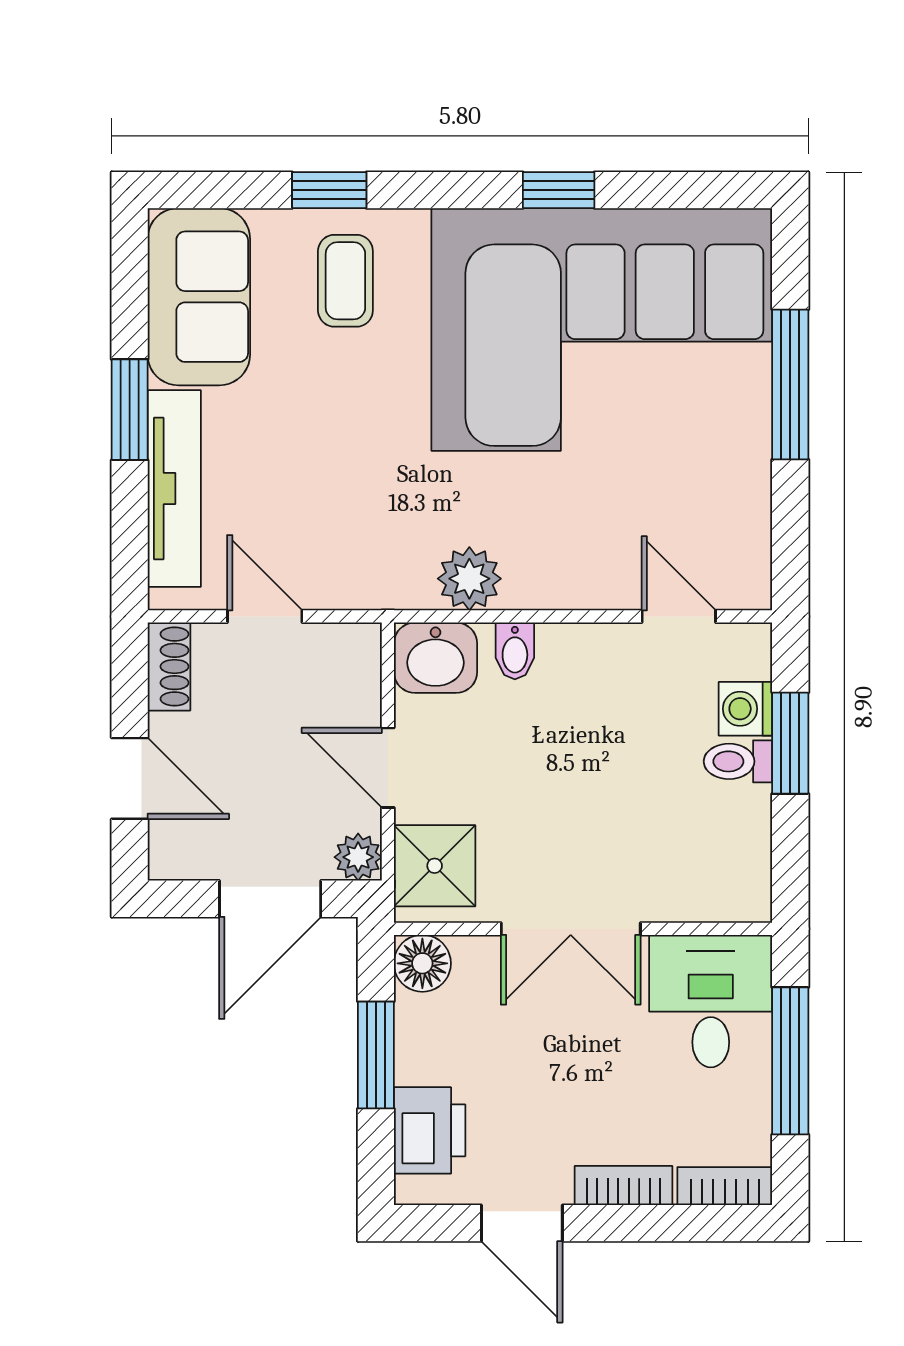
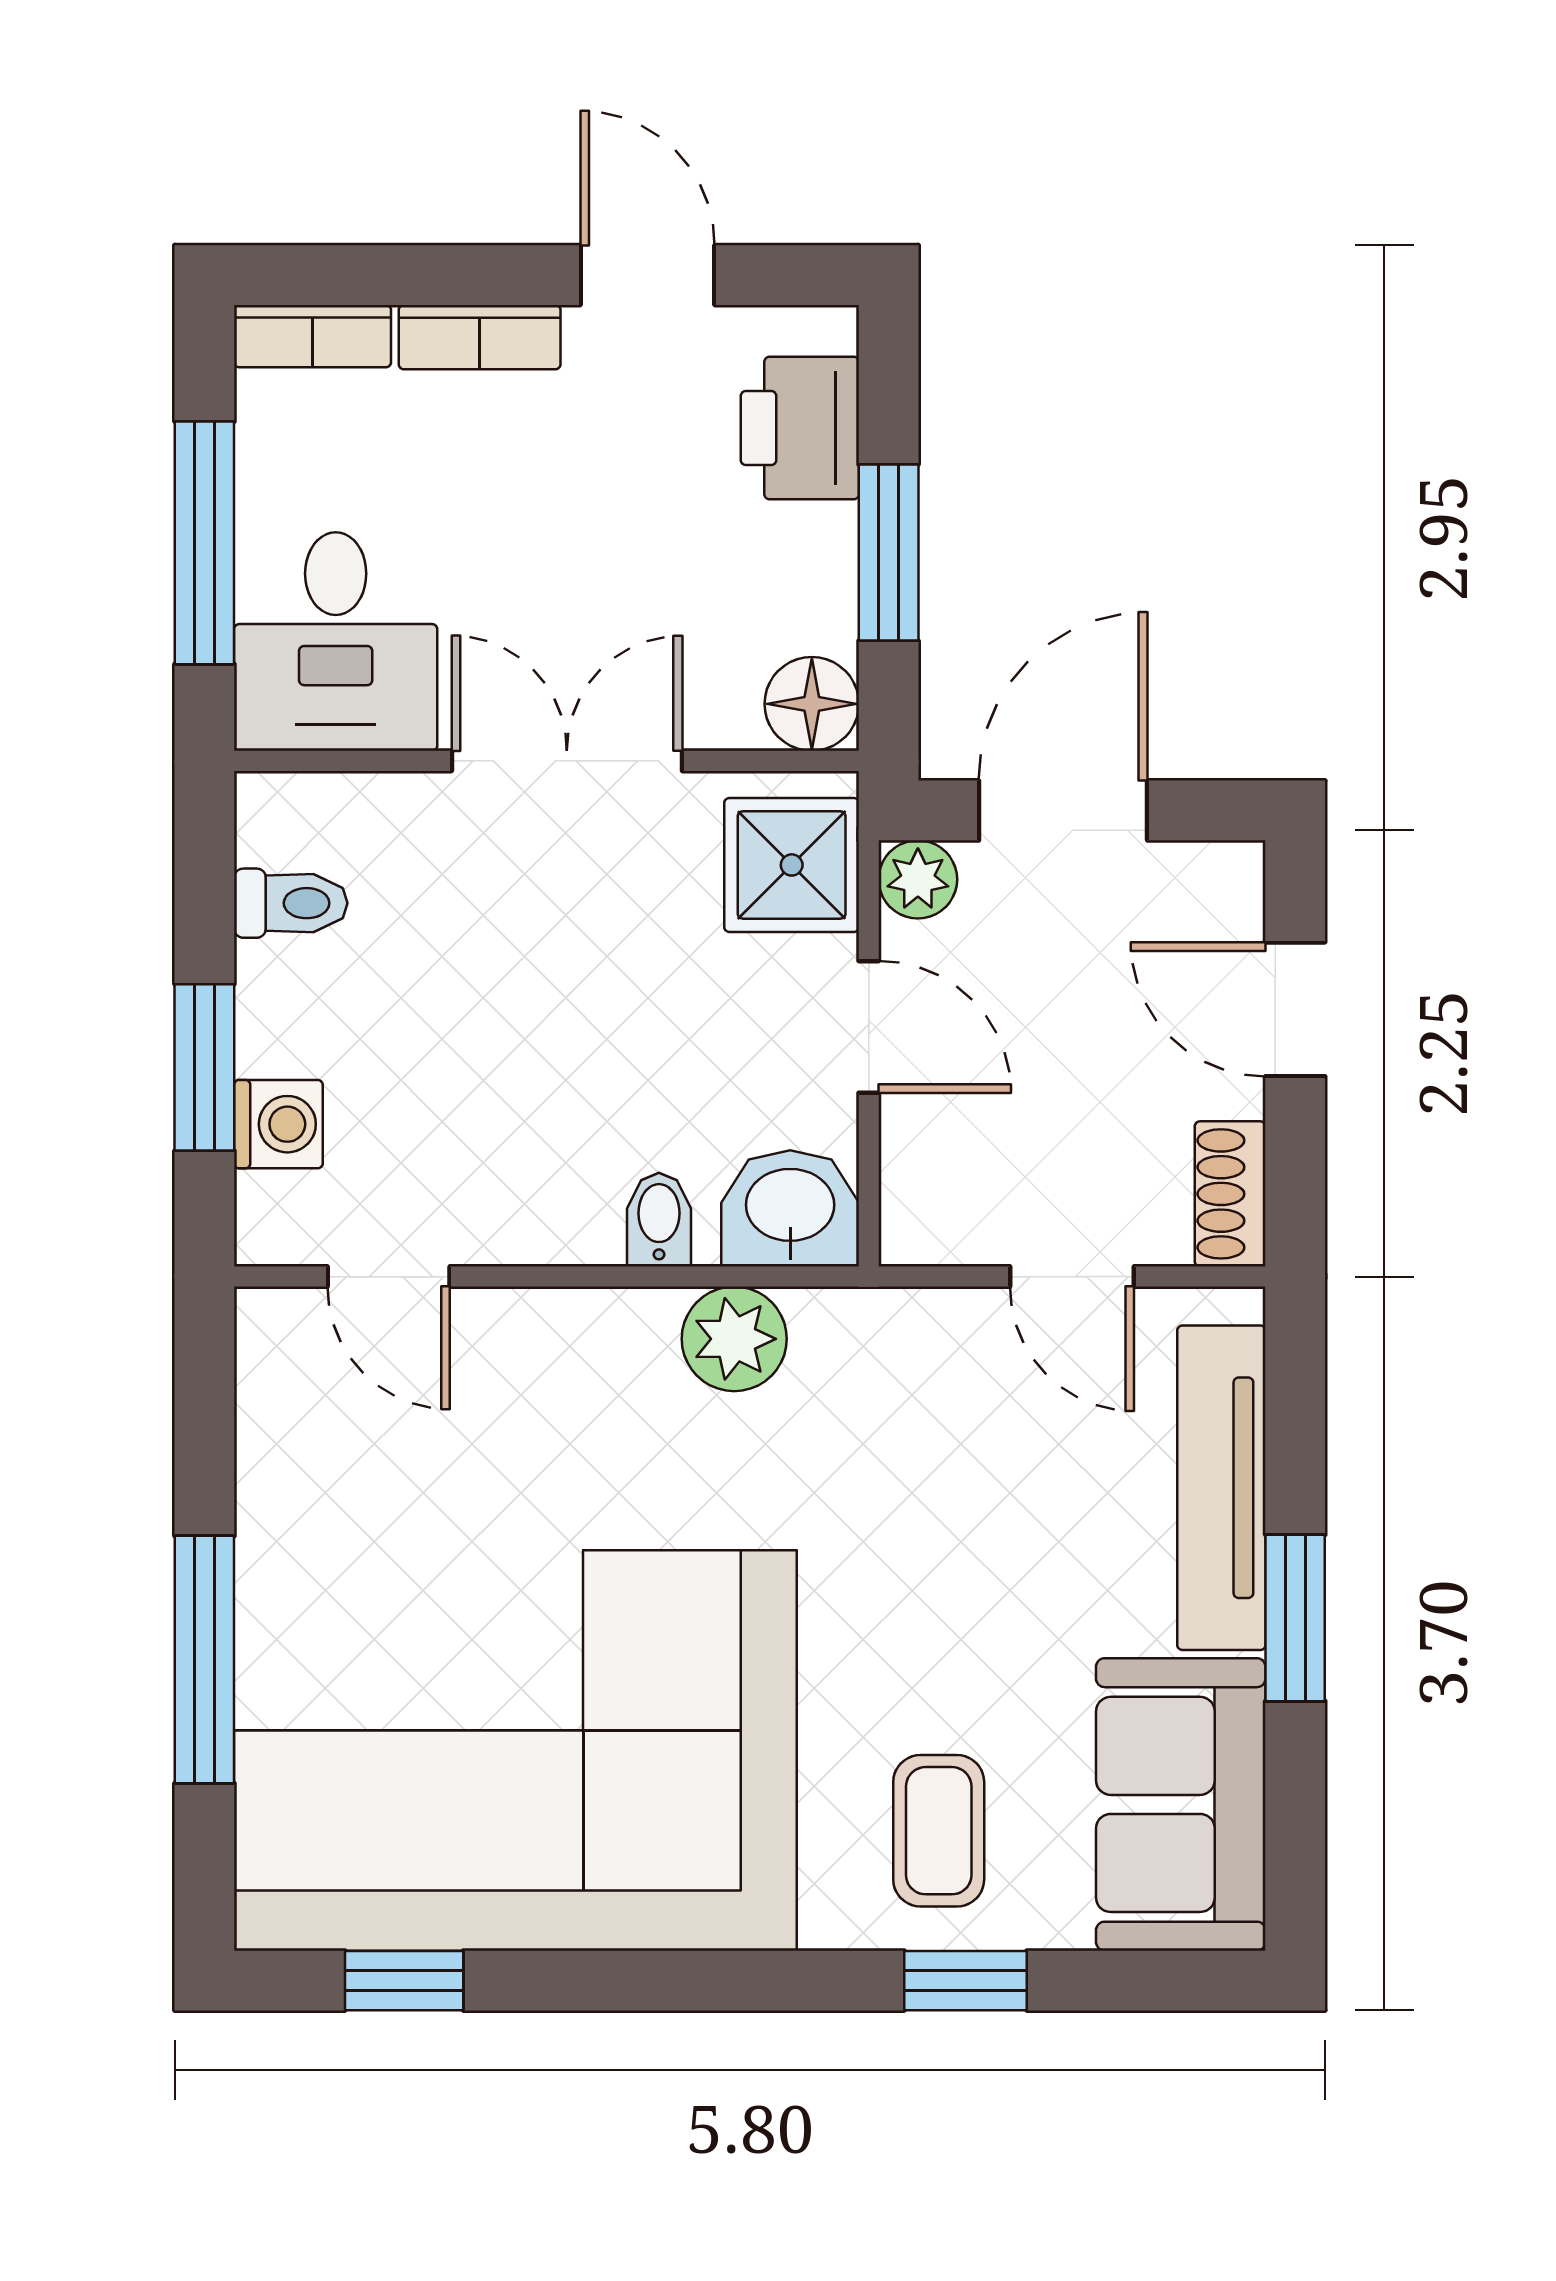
window: (559, 190) -> (404, 1981), moved
toilet: (738, 761) -> (291, 903), moved

